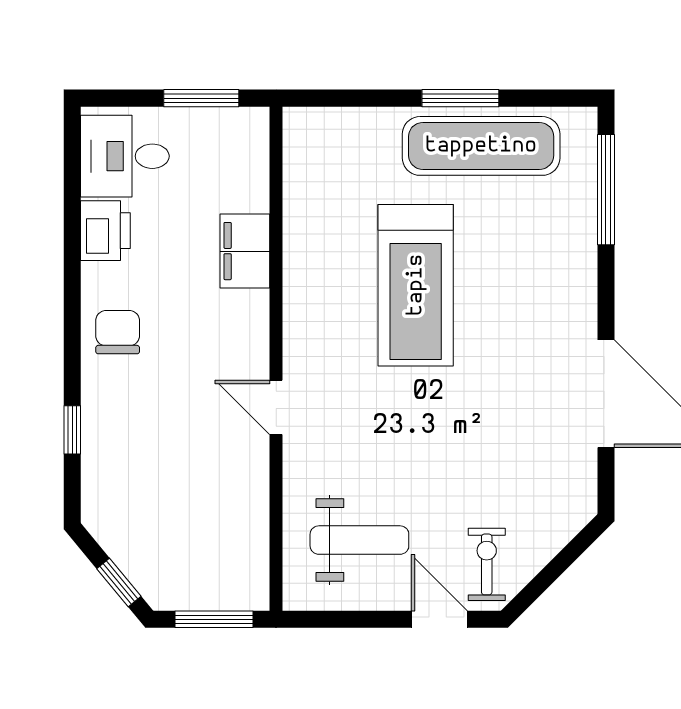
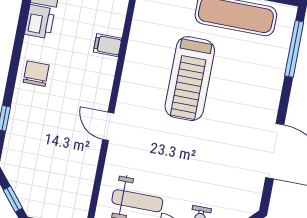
filing cabinet: (245, 251) -> (108, 45), width x0.50

